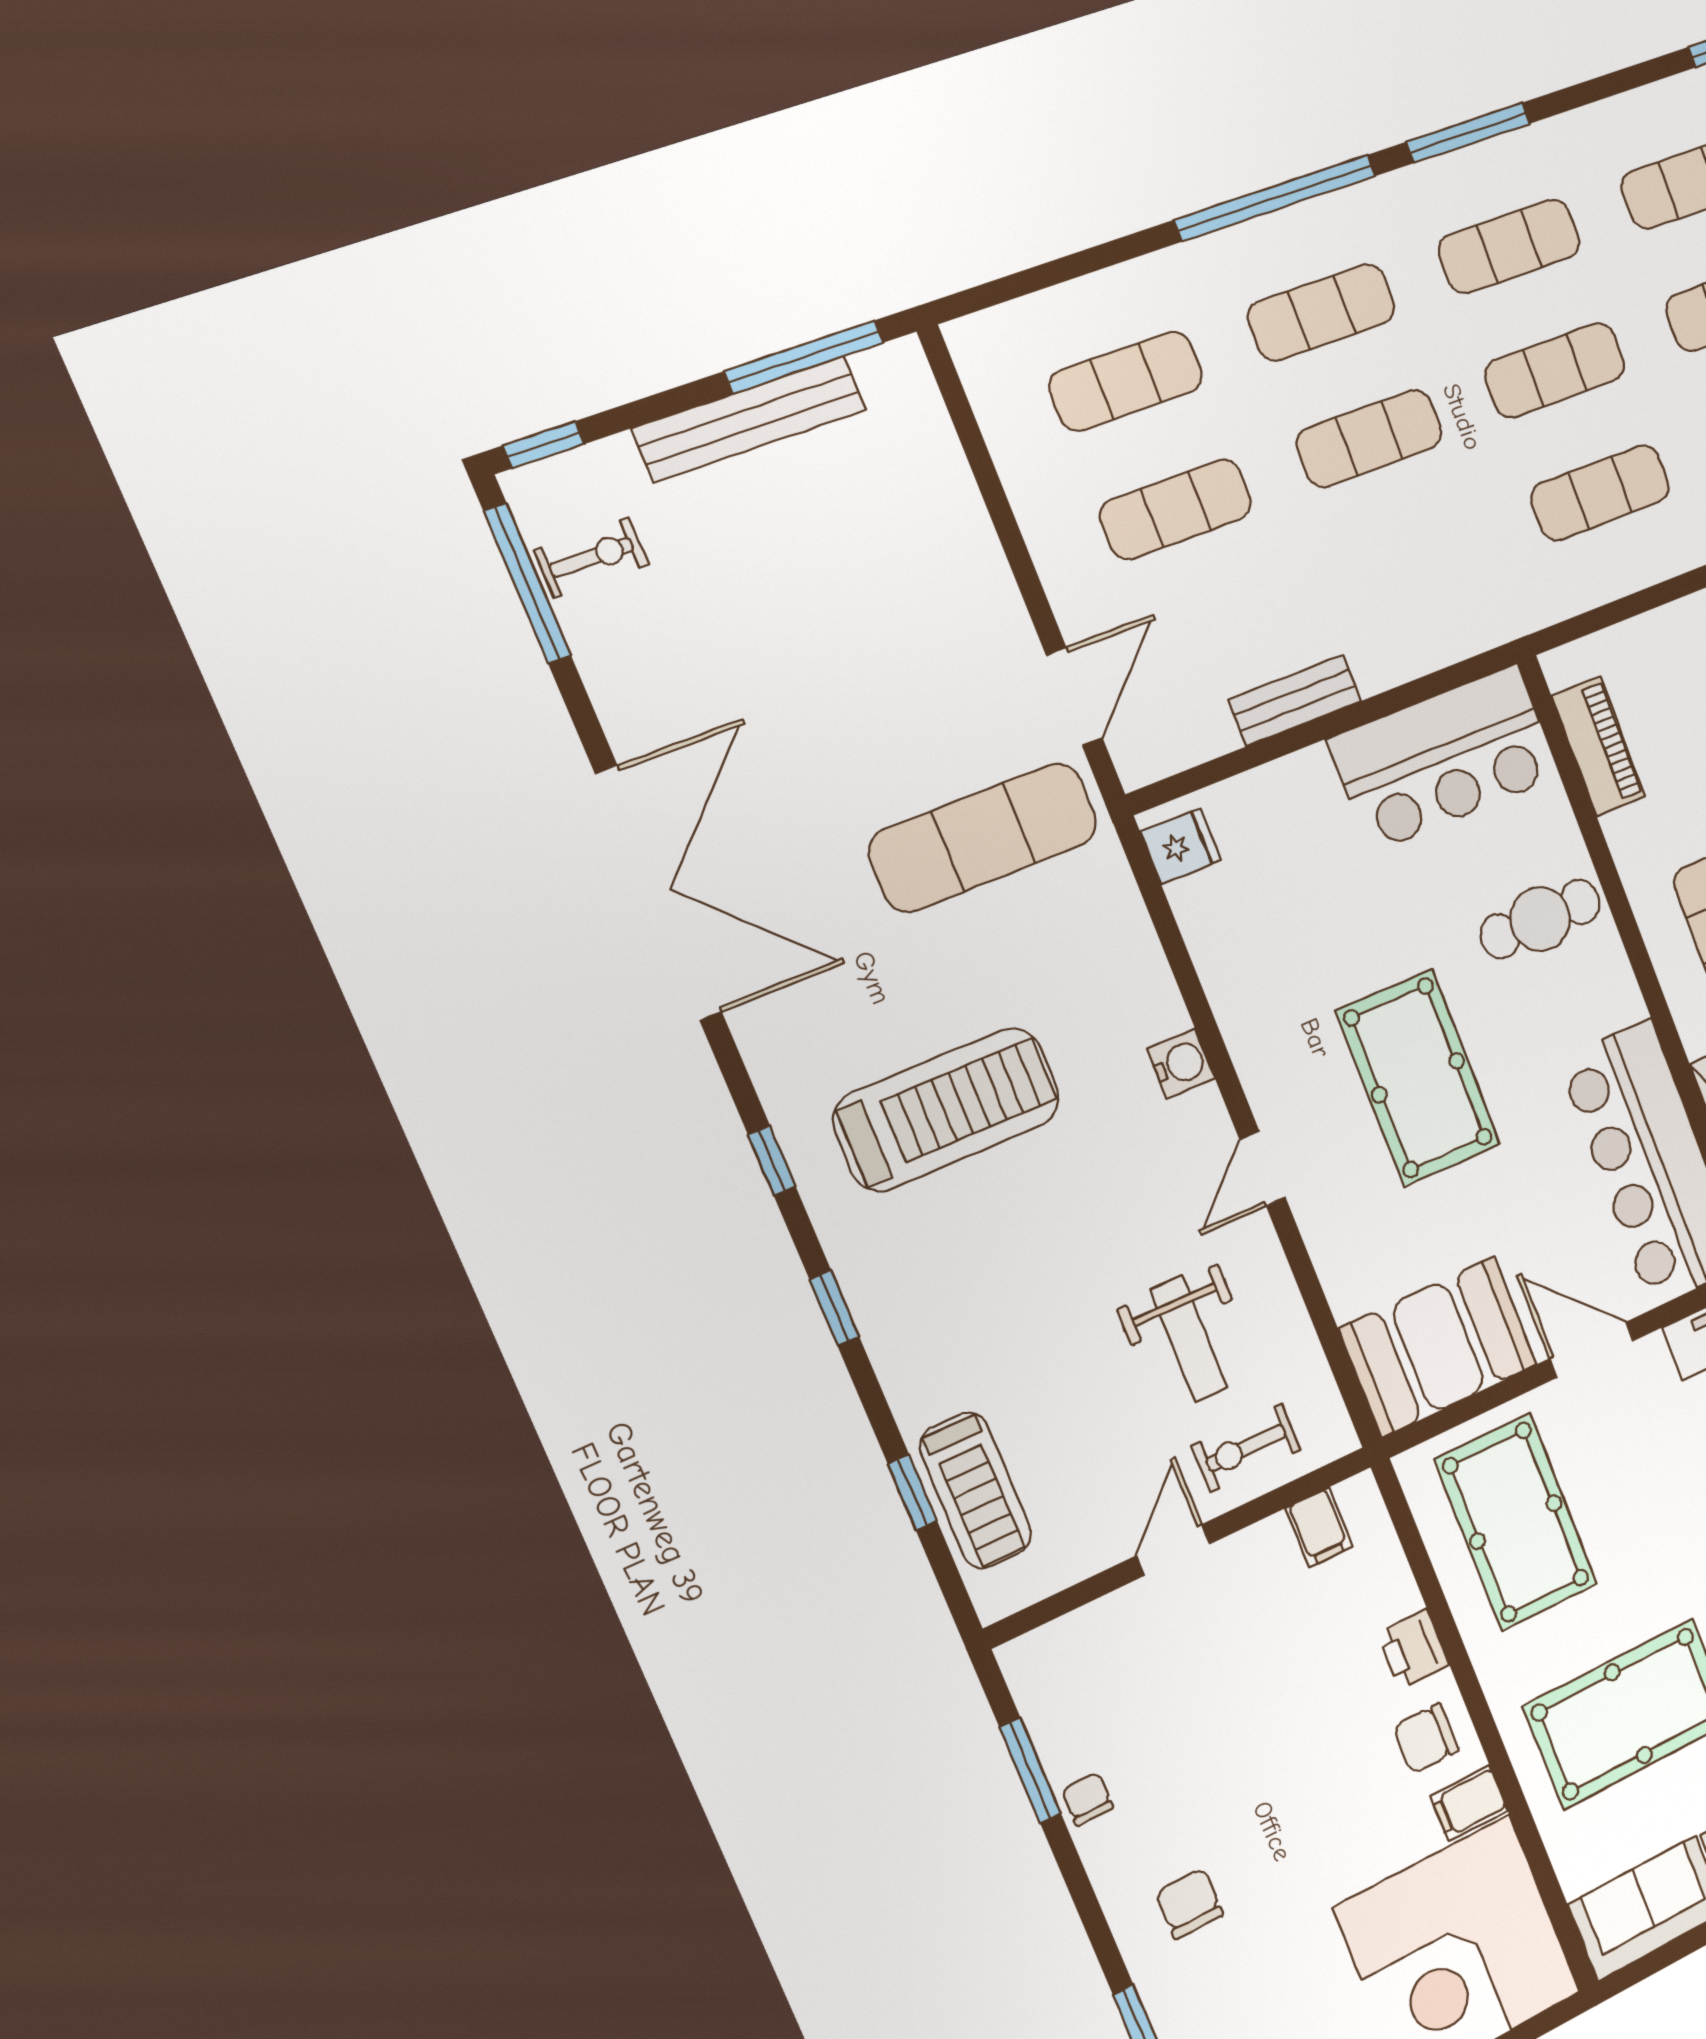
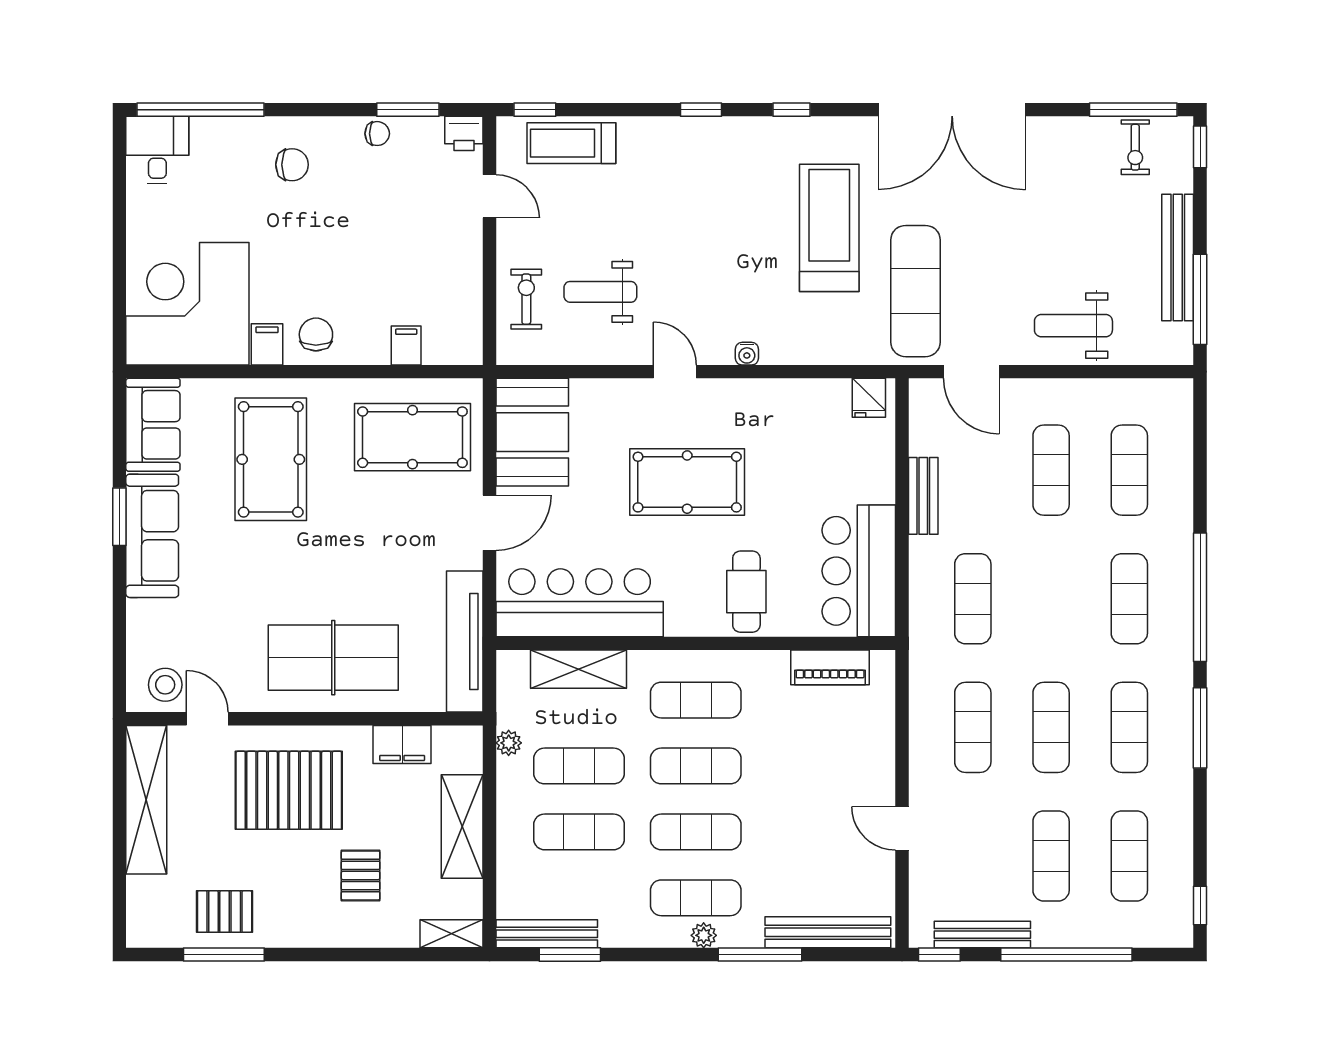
exercise mat: (1369, 438) -> (973, 599), moved
weight bench: (934, 556) -> (1073, 326), added
water cooler: (1181, 1064) -> (747, 354), width x0.72, depth x0.72
treadmill: (947, 1109) -> (829, 228), moved, turned 180
window: (913, 1493) -> (535, 110), moved
filing cabinet: (1319, 1527) -> (406, 345), moved, turned 90
door: (1173, 1550) -> (489, 196), moved
printer: (1413, 1649) -> (464, 133), moved, turned 180

